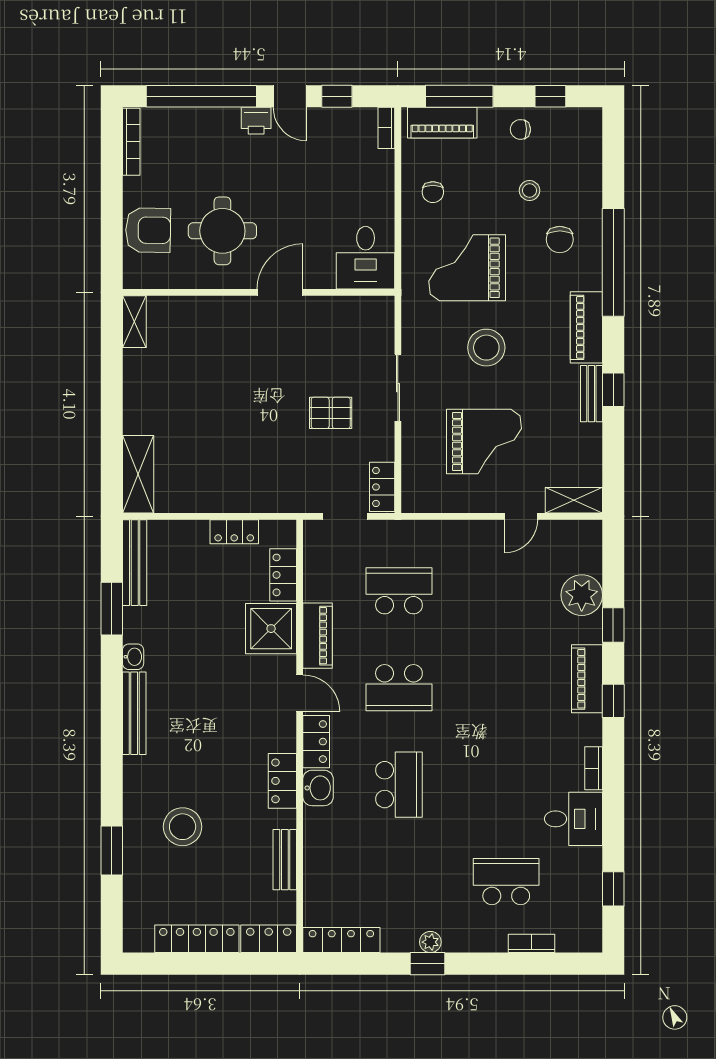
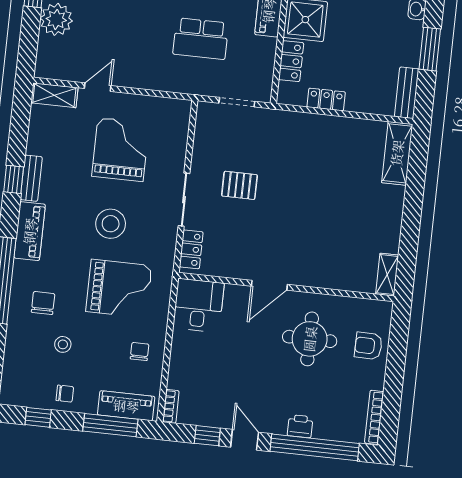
printer: (256, 121) -> (300, 426), moved
armchair: (148, 230) -> (368, 346), width x0.72, depth x0.72
grand piano: (484, 441) -> (121, 150), turned 90
locker: (382, 487) -> (191, 249), moved
bench: (135, 563) -> (407, 93), width x0.73

